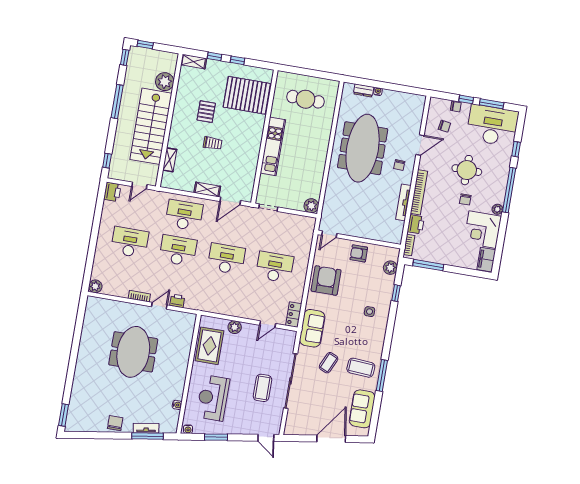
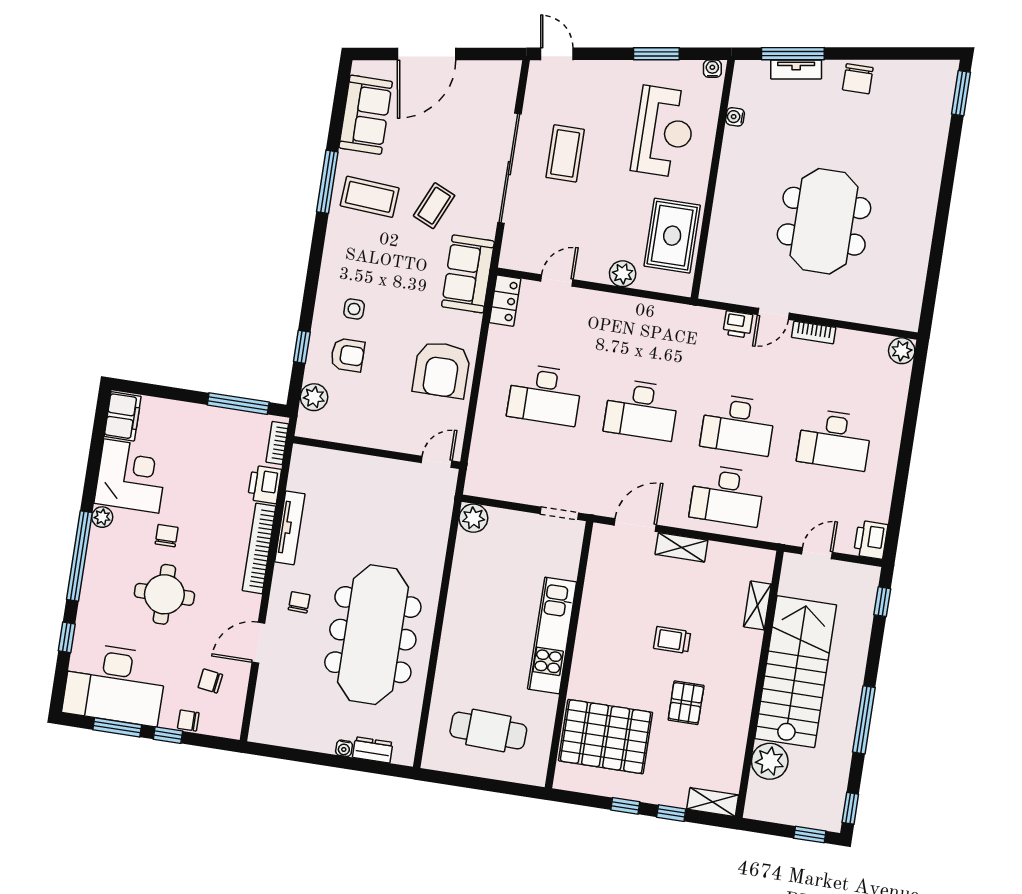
armchair: (359, 253) -> (348, 355), moved

